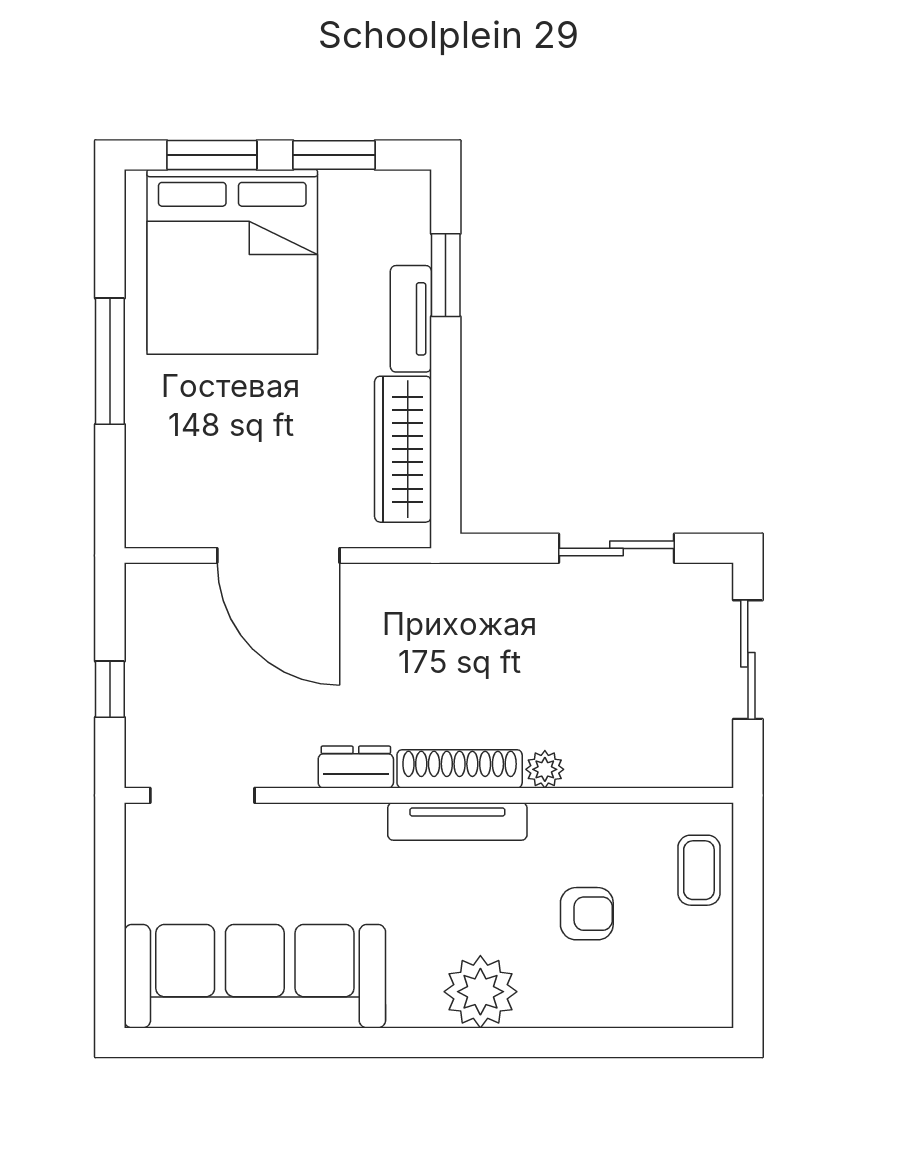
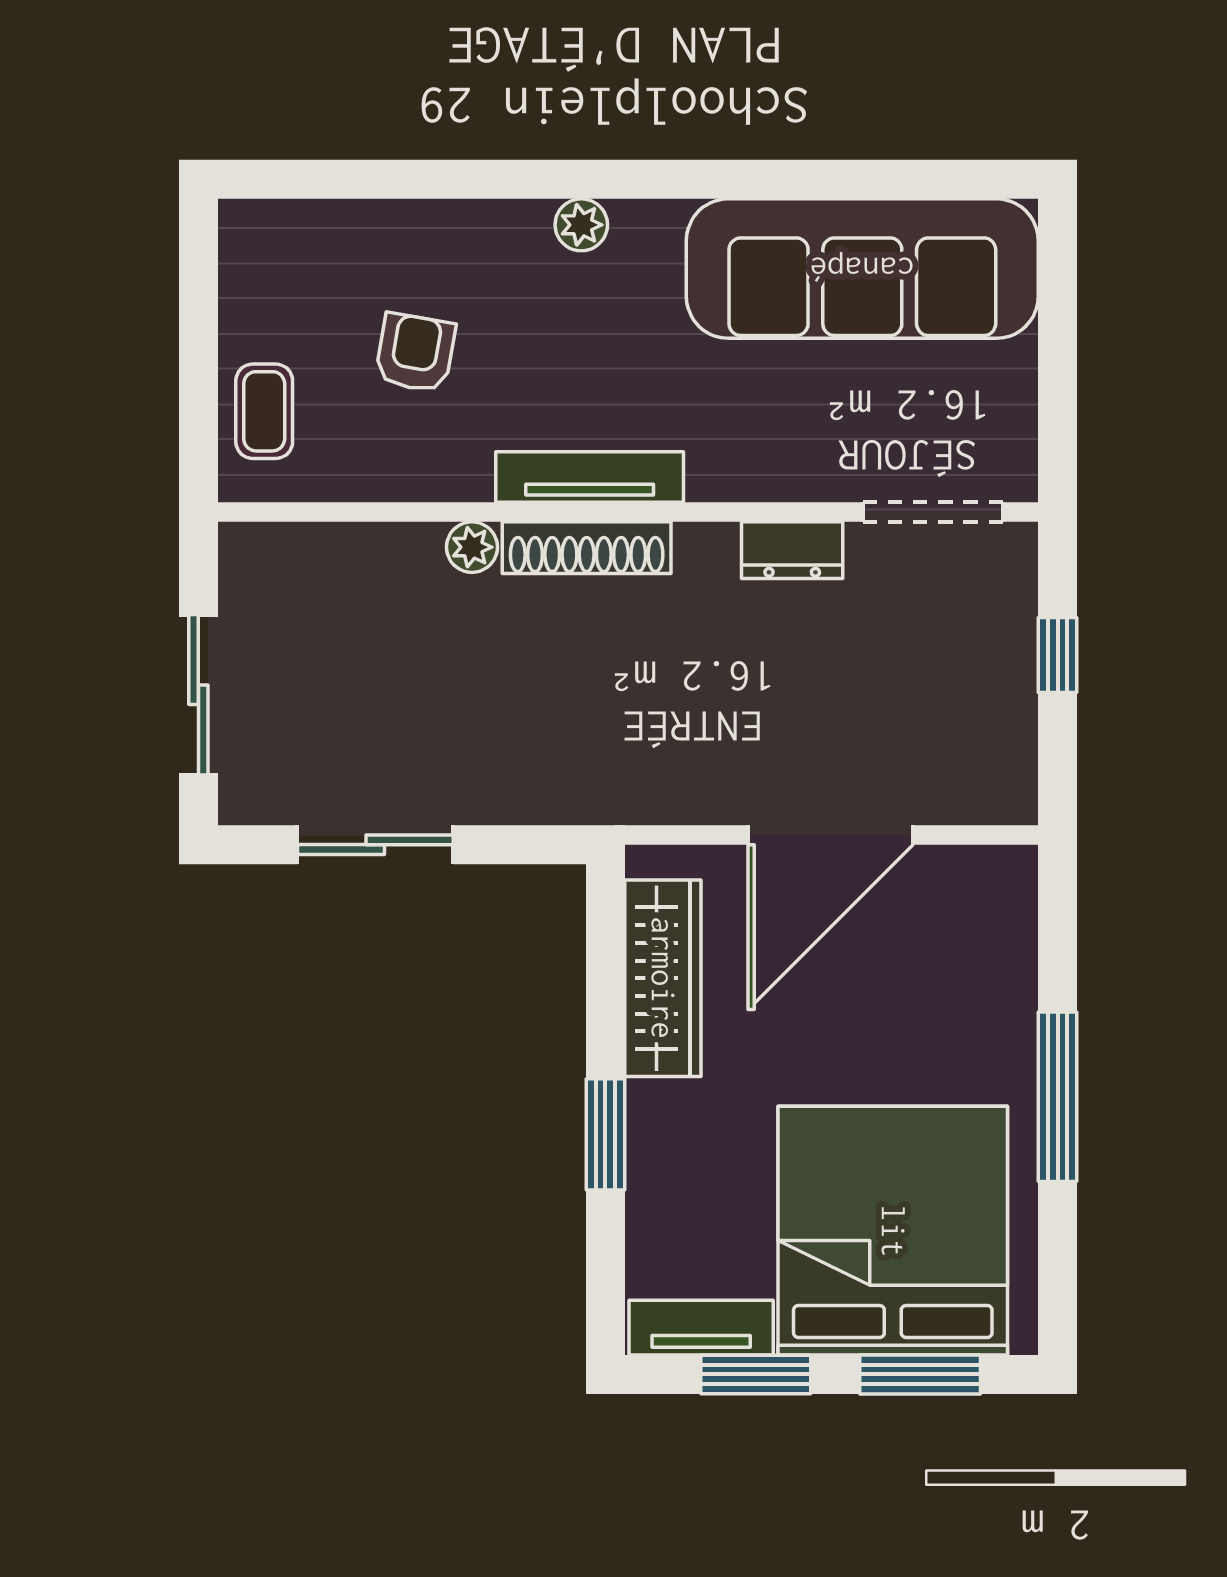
window: (446, 275) -> (605, 1134), moved
tv unit: (411, 319) -> (701, 1328), moved, turned -90
door: (278, 556) -> (831, 835), swing flipped
dresser: (356, 767) -> (792, 550), moved
armchair: (587, 914) -> (415, 353), turned 100
plant: (480, 992) -> (581, 225), width x0.53, depth x0.53

